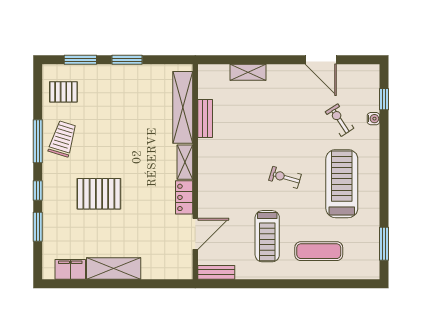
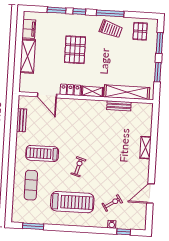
shelving: (183, 107) -> (127, 92), moved
bench: (205, 119) -> (119, 106), moved
shelving: (185, 162) -> (92, 91), moved
wall: (195, 172) -> (86, 98), moved
locker: (184, 197) -> (70, 90), moved
door: (195, 234) -> (47, 95), moved

